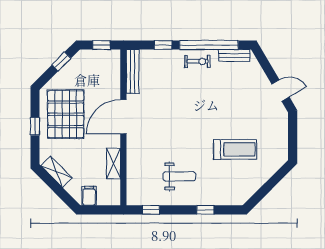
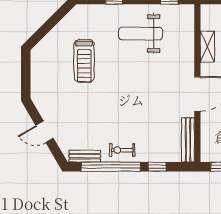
door: (280, 90) -> (45, 132), moved
treadmill: (235, 149) -> (84, 61), turned -90
weight bench: (179, 176) -> (141, 34), width x1.36, depth x1.33

